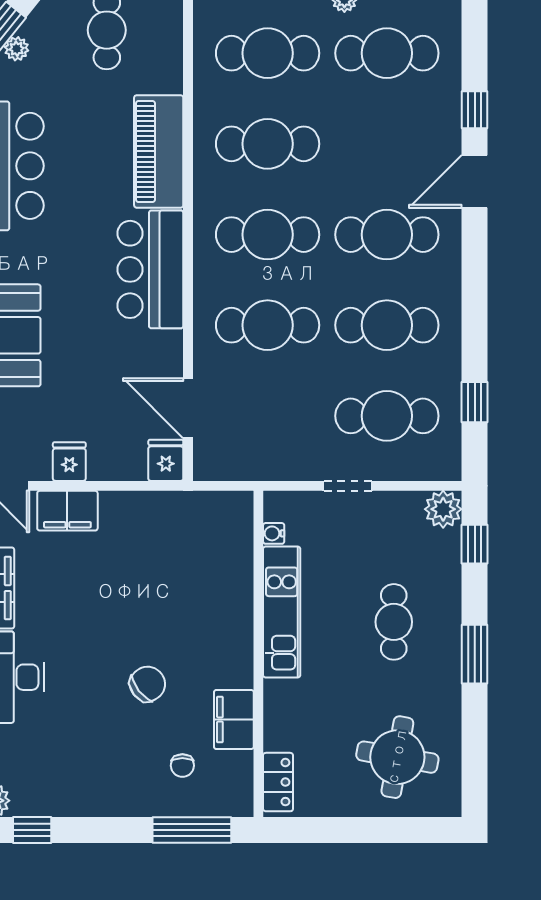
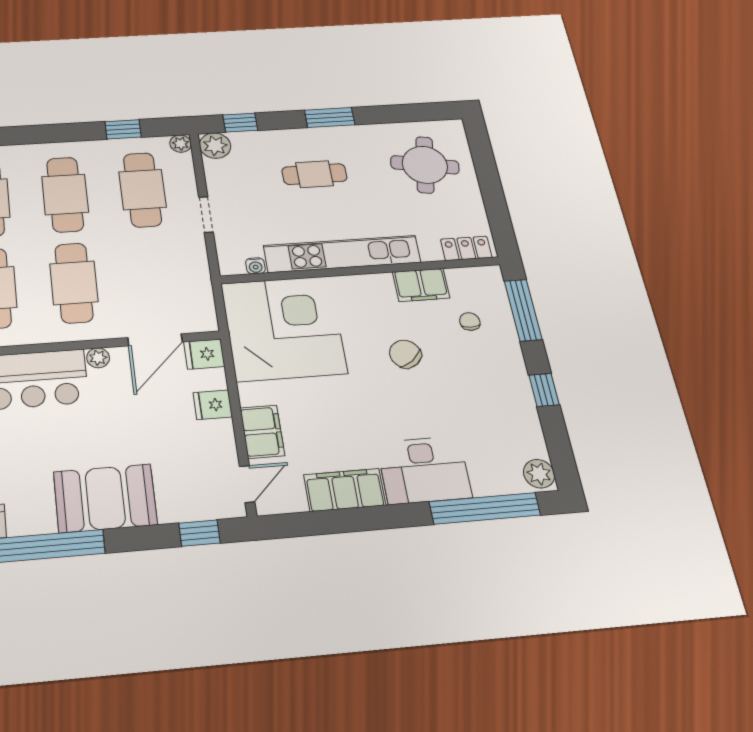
plant: (171, 343) -> (98, 358), added
fridge: (69, 462) -> (213, 405), moved
plant: (449, 468) -> (181, 144), added
corner desk: (191, 553) -> (284, 328), added
kitchen unit: (282, 612) -> (342, 254), width x1.36
chair: (182, 766) -> (470, 321), turned -90
window: (32, 830) -> (544, 390), moved

